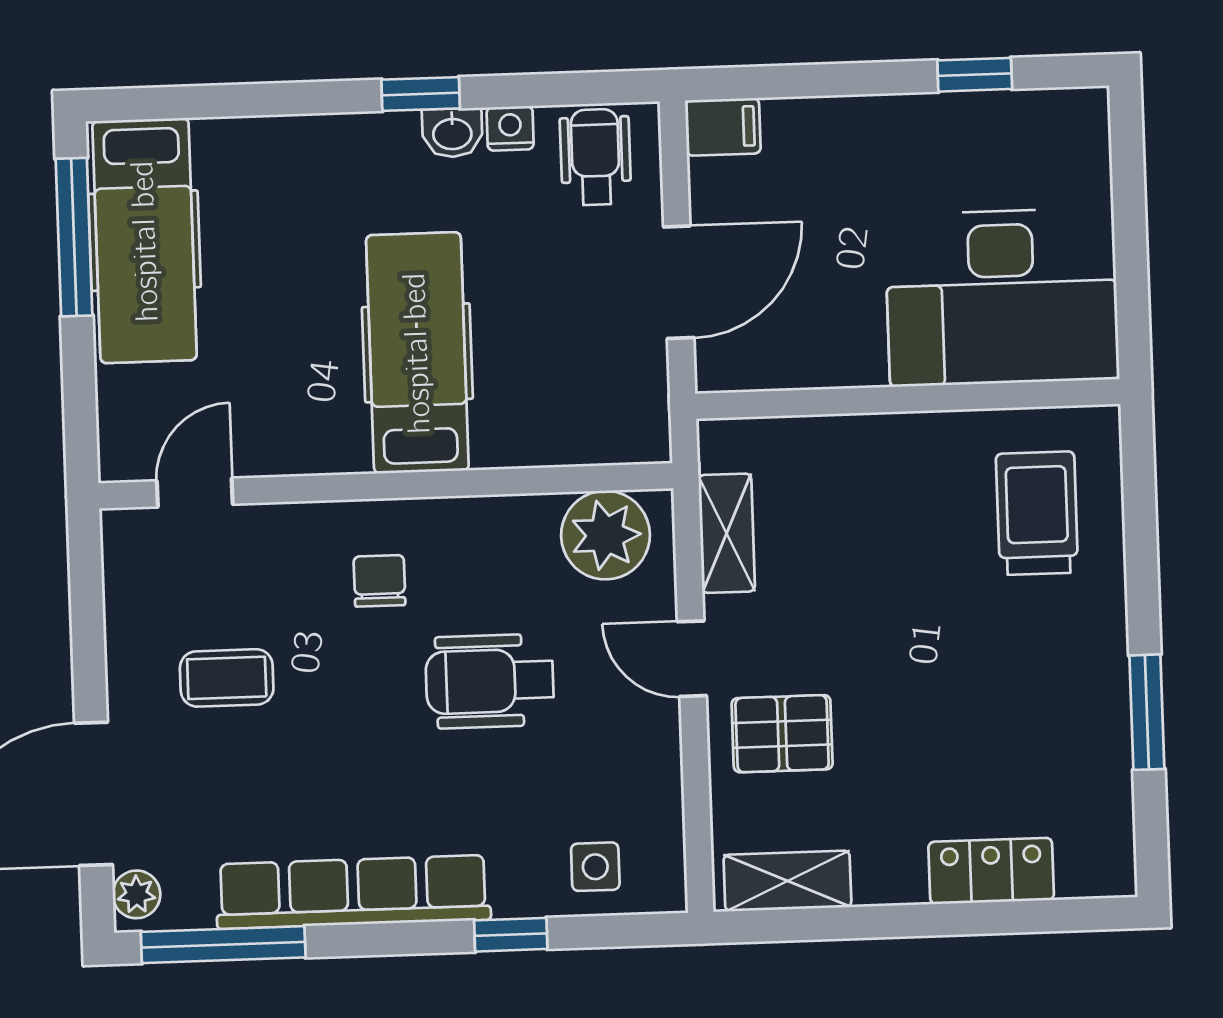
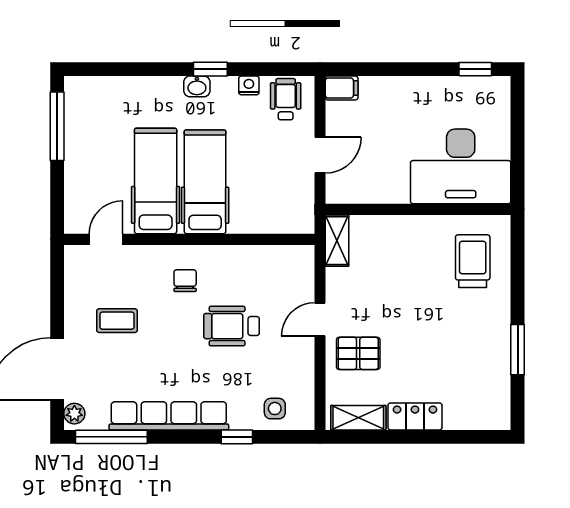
window: (975, 75) -> (475, 69), moved
washbasin: (452, 133) -> (197, 86), moved
hospital bed: (145, 241) -> (156, 181), moved, turned 180
door: (679, 282) -> (320, 155), width x0.73
shelving: (727, 533) -> (337, 241), moved
plant: (606, 535) -> (284, 264), removed
door: (692, 659) -> (320, 319), hinge flipped
locker: (991, 871) -> (415, 416), moved

